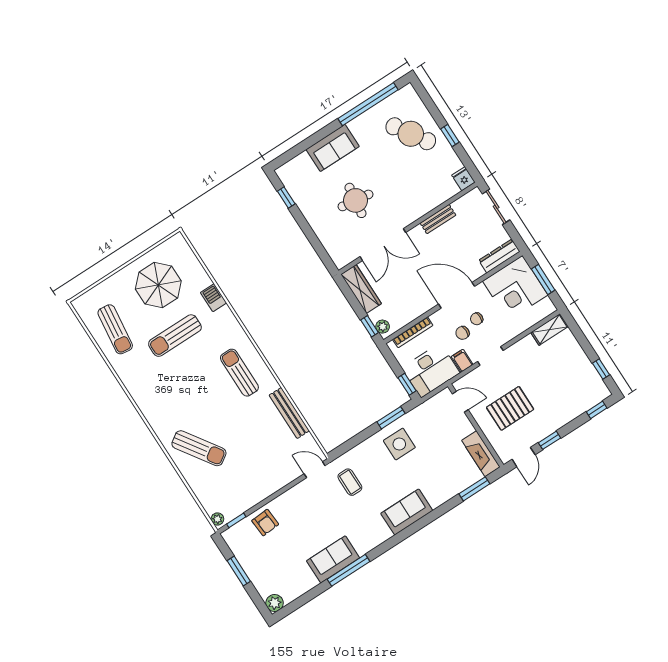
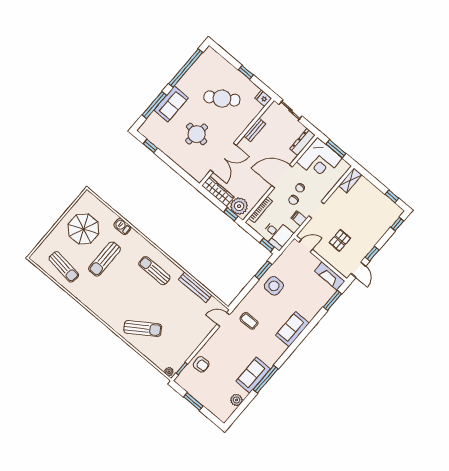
cafe table: (411, 134) -> (222, 99), moved
window: (309, 142) -> (154, 105), added
plant: (383, 327) -> (239, 206), width x1.87, depth x1.87
desk: (431, 370) -> (277, 234), width x0.73
pallet: (510, 408) -> (340, 240), width x0.67, depth x0.71
plant: (275, 603) -> (236, 400), moved

